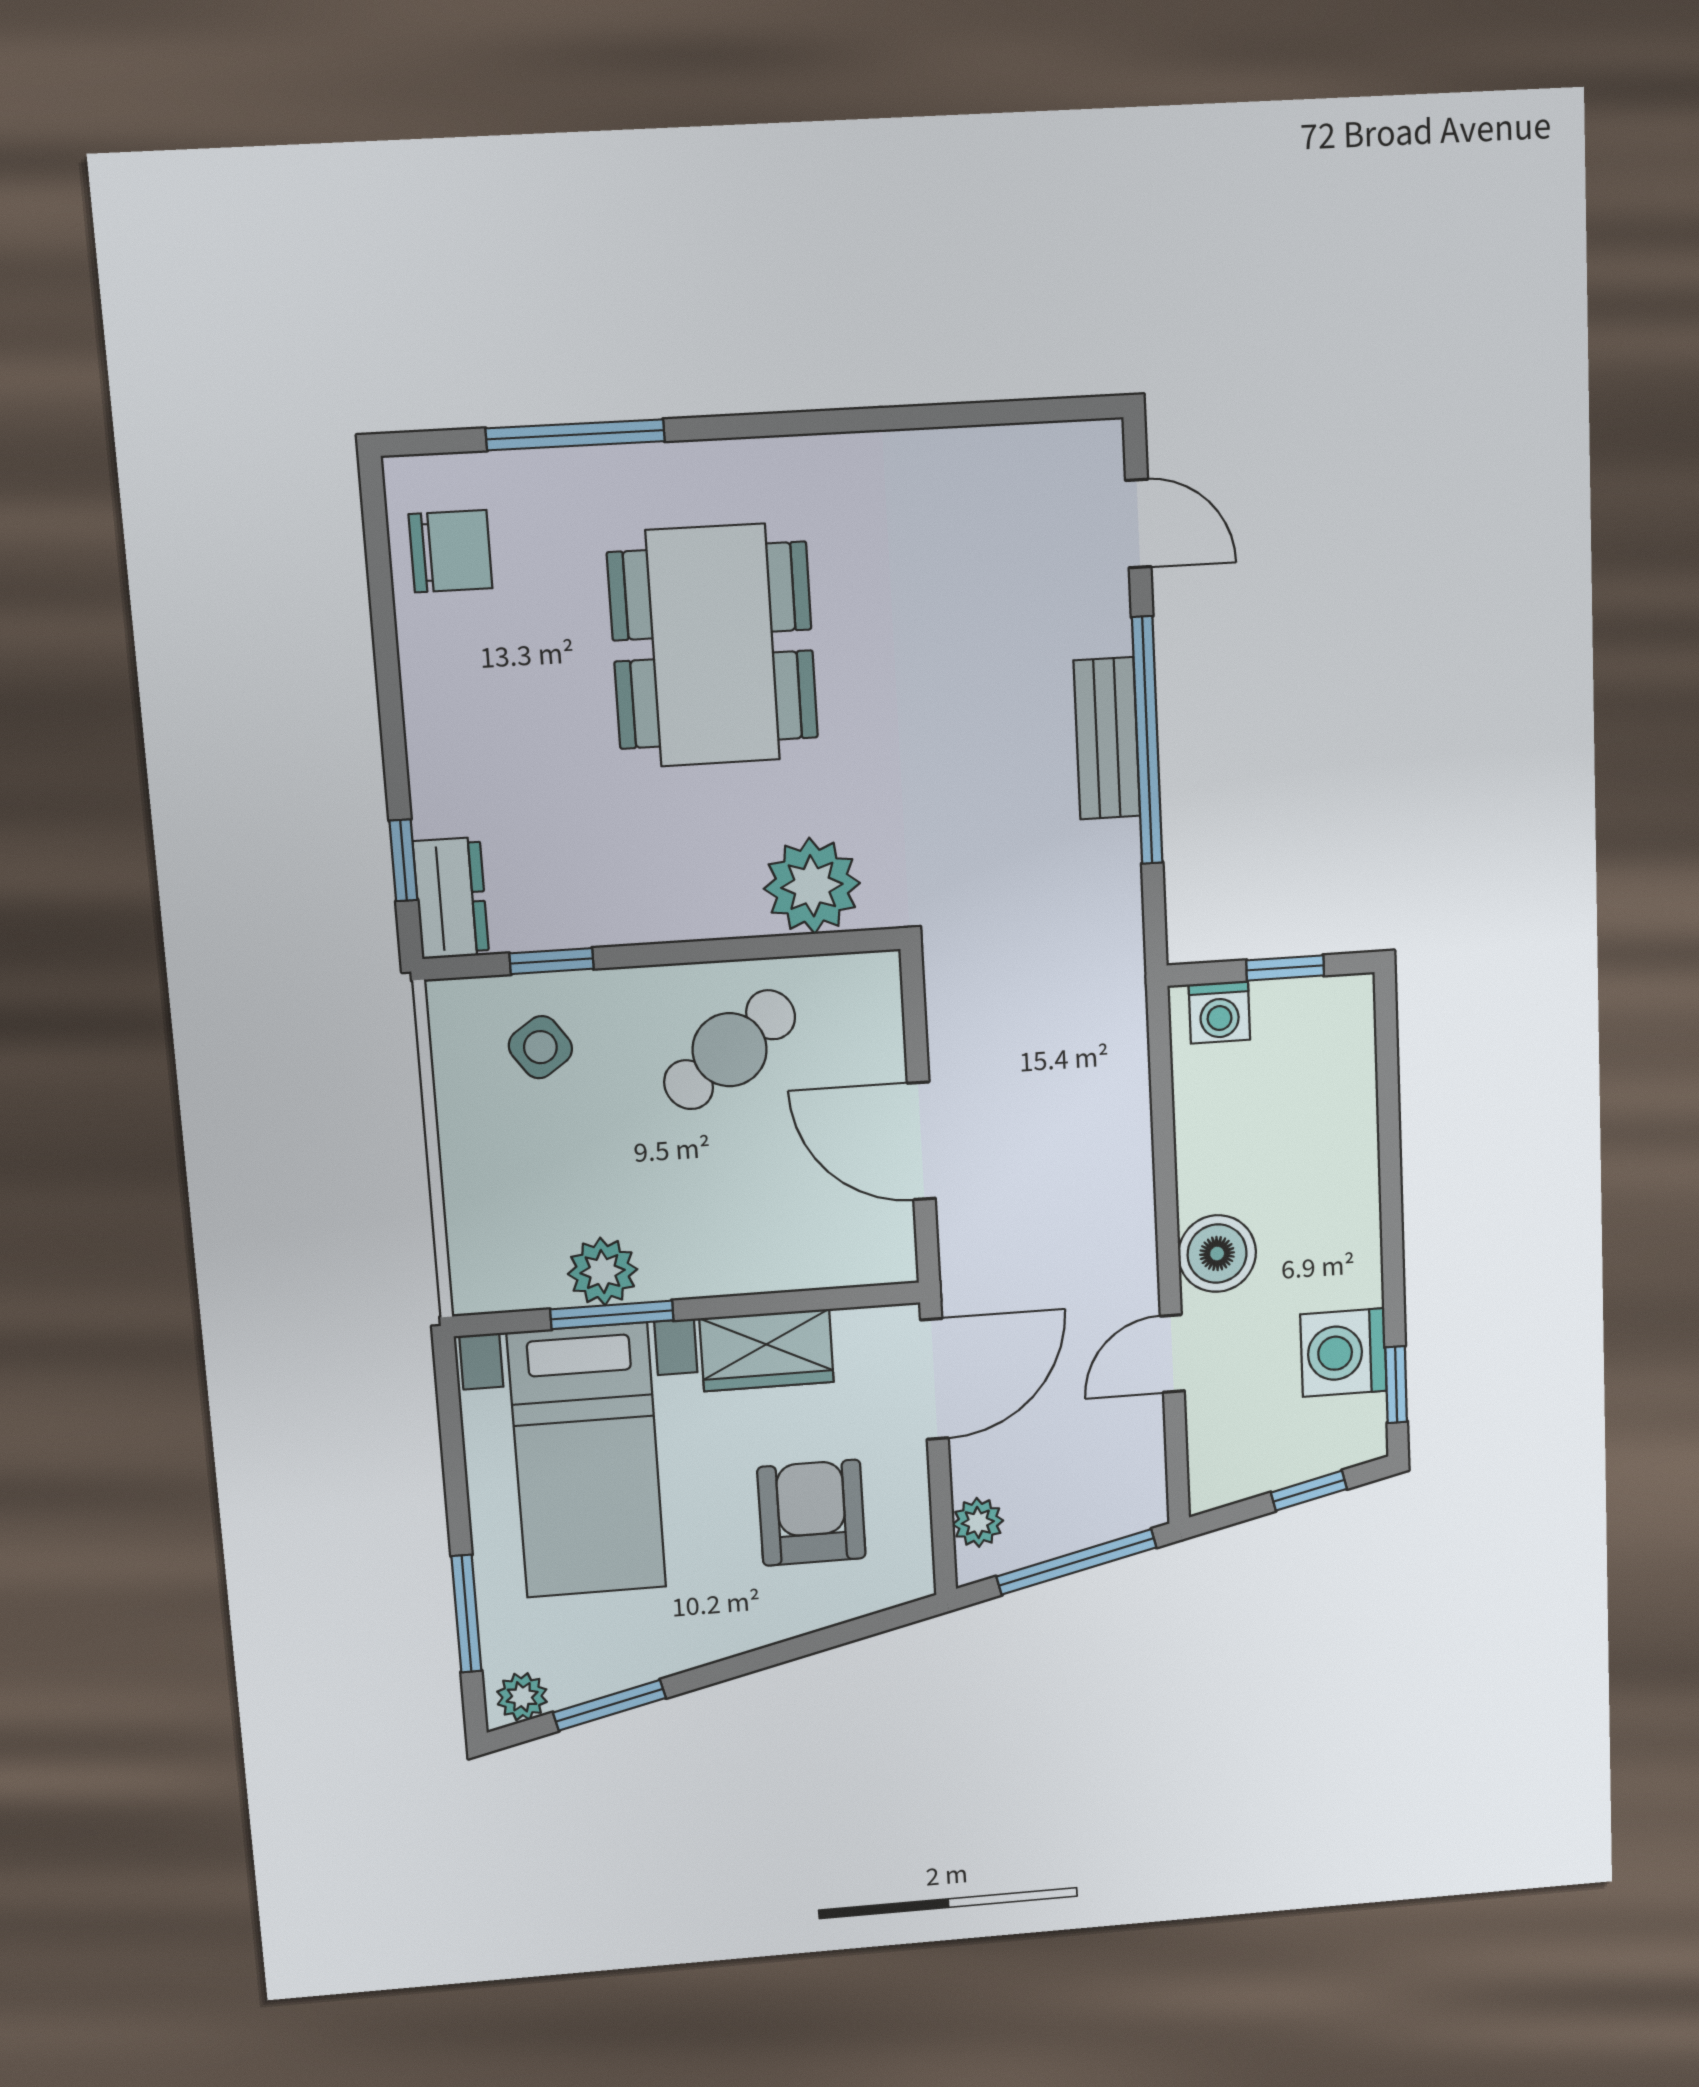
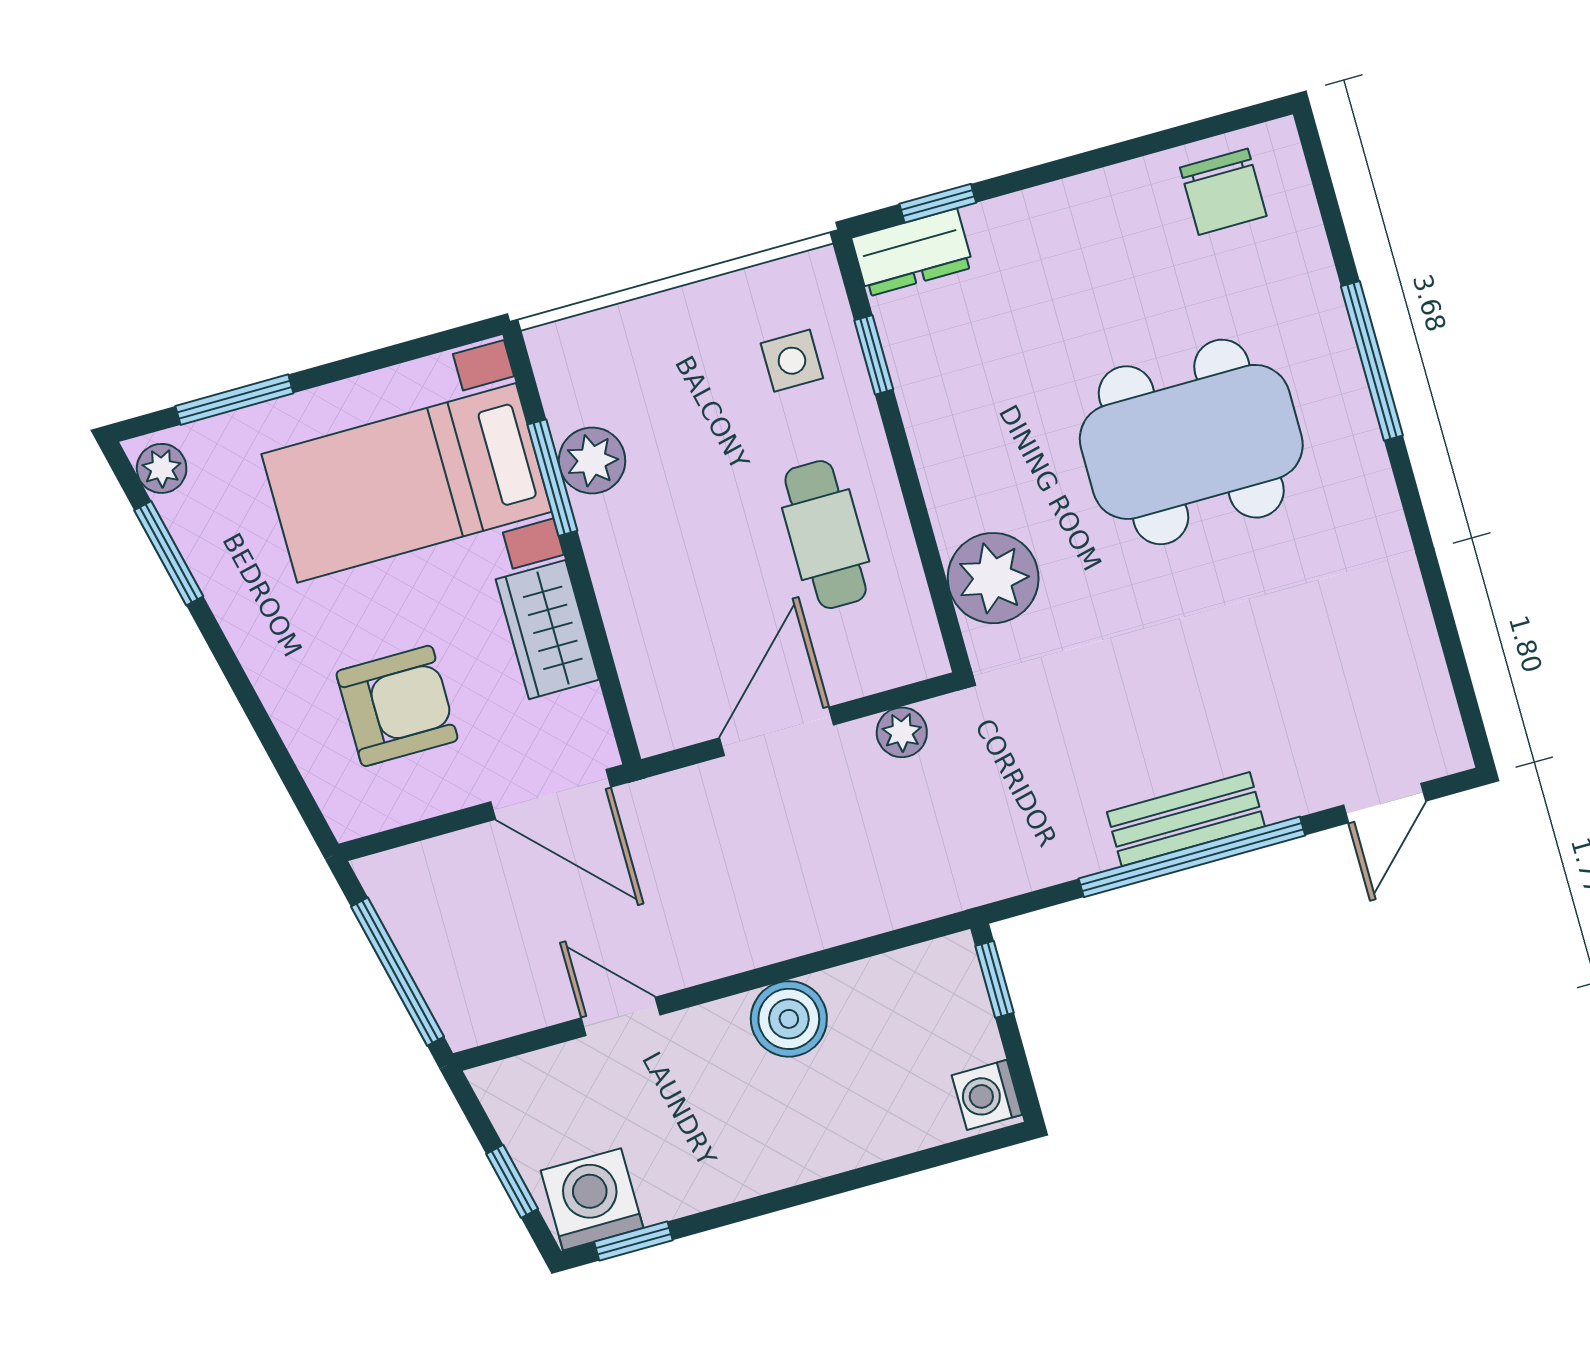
window: (575, 435) -> (1372, 361), moved
window: (1285, 968) -> (994, 979), moved
washing machine: (1219, 1012) -> (987, 1095), moved
side table: (540, 1047) -> (792, 361), turned 35
cafe table: (730, 1050) -> (826, 535), turned 37
boiler: (1217, 1254) -> (789, 1019), moved
washing machine: (1343, 1353) -> (592, 1199), moved
plant: (978, 1522) -> (902, 732), moved

